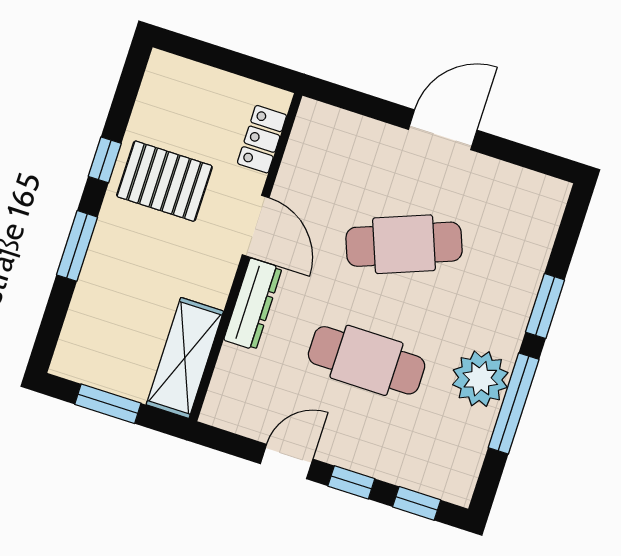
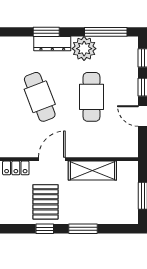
dresser: (253, 304) -> (52, 44), moved, turned 180
shelving: (185, 358) -> (92, 171), moved
window: (514, 403) -> (106, 32), moved

